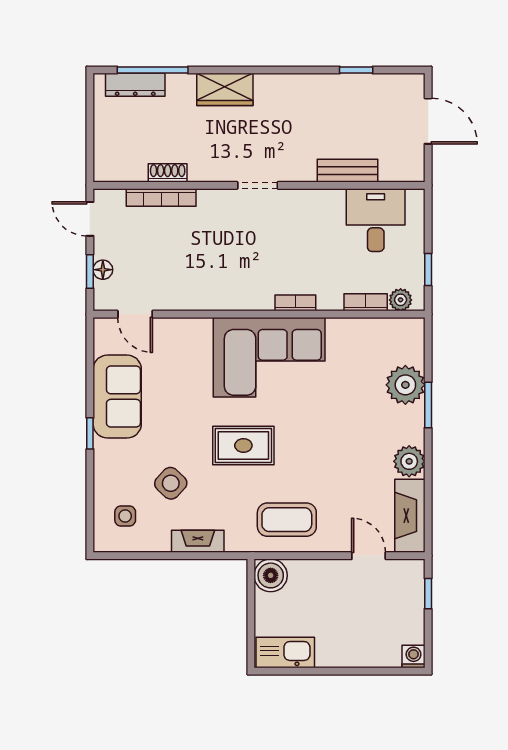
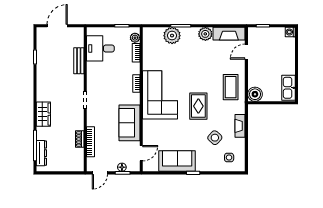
sofa: (205, 287) -> (129, 123), added

